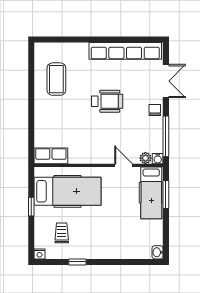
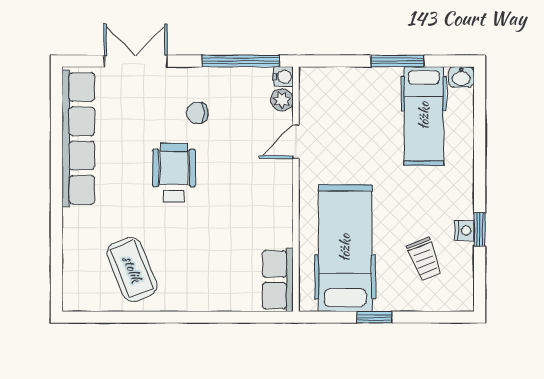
coffee table: (56, 79) -> (132, 269), turned 68
chair: (155, 110) -> (197, 113), moved
hospital bed: (151, 193) -> (424, 116), moved, turned 90
window: (166, 195) -> (397, 61), moved
trolley: (62, 233) -> (424, 259), turned -111
nightstand: (39, 254) -> (465, 230), moved

